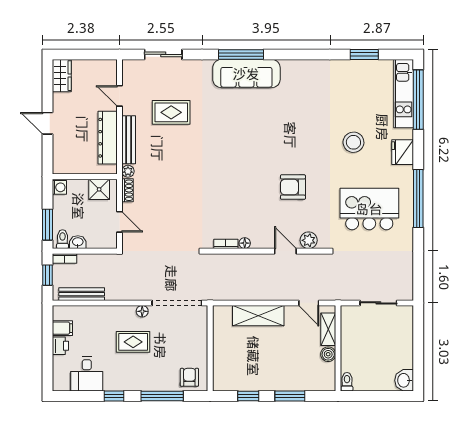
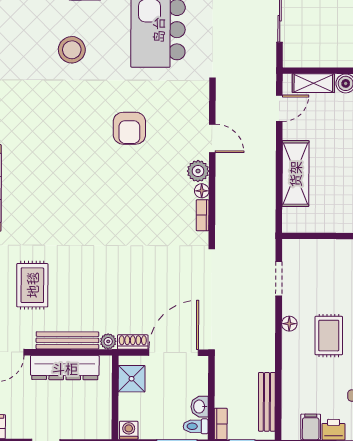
door: (119, 222) -> (174, 353), width x1.87
plant: (309, 240) -> (198, 171), moved
door: (285, 251) -> (212, 138), swing flipped
doorway: (177, 303) -> (279, 279), width x0.53

